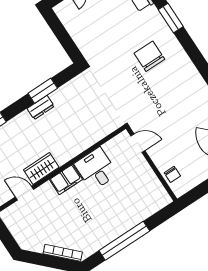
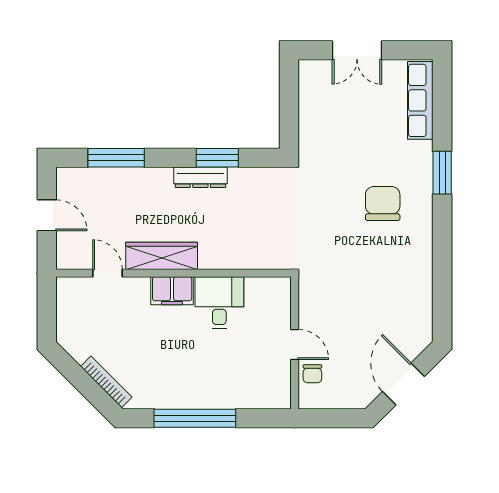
dresser: (41, 107) -> (200, 177), width x1.44
door: (138, 143) -> (295, 344), moved
wardrobe: (41, 169) -> (162, 256), width x1.50

